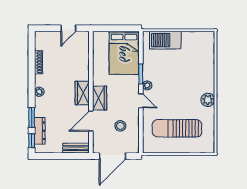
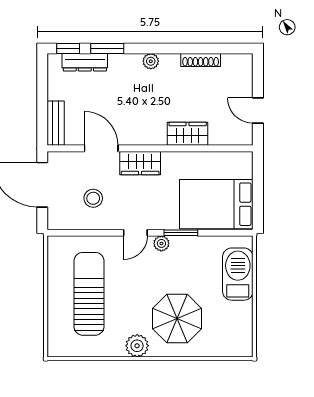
parasol: (192, 76) -> (177, 319), added
wardrobe: (82, 93) -> (188, 134), moved

